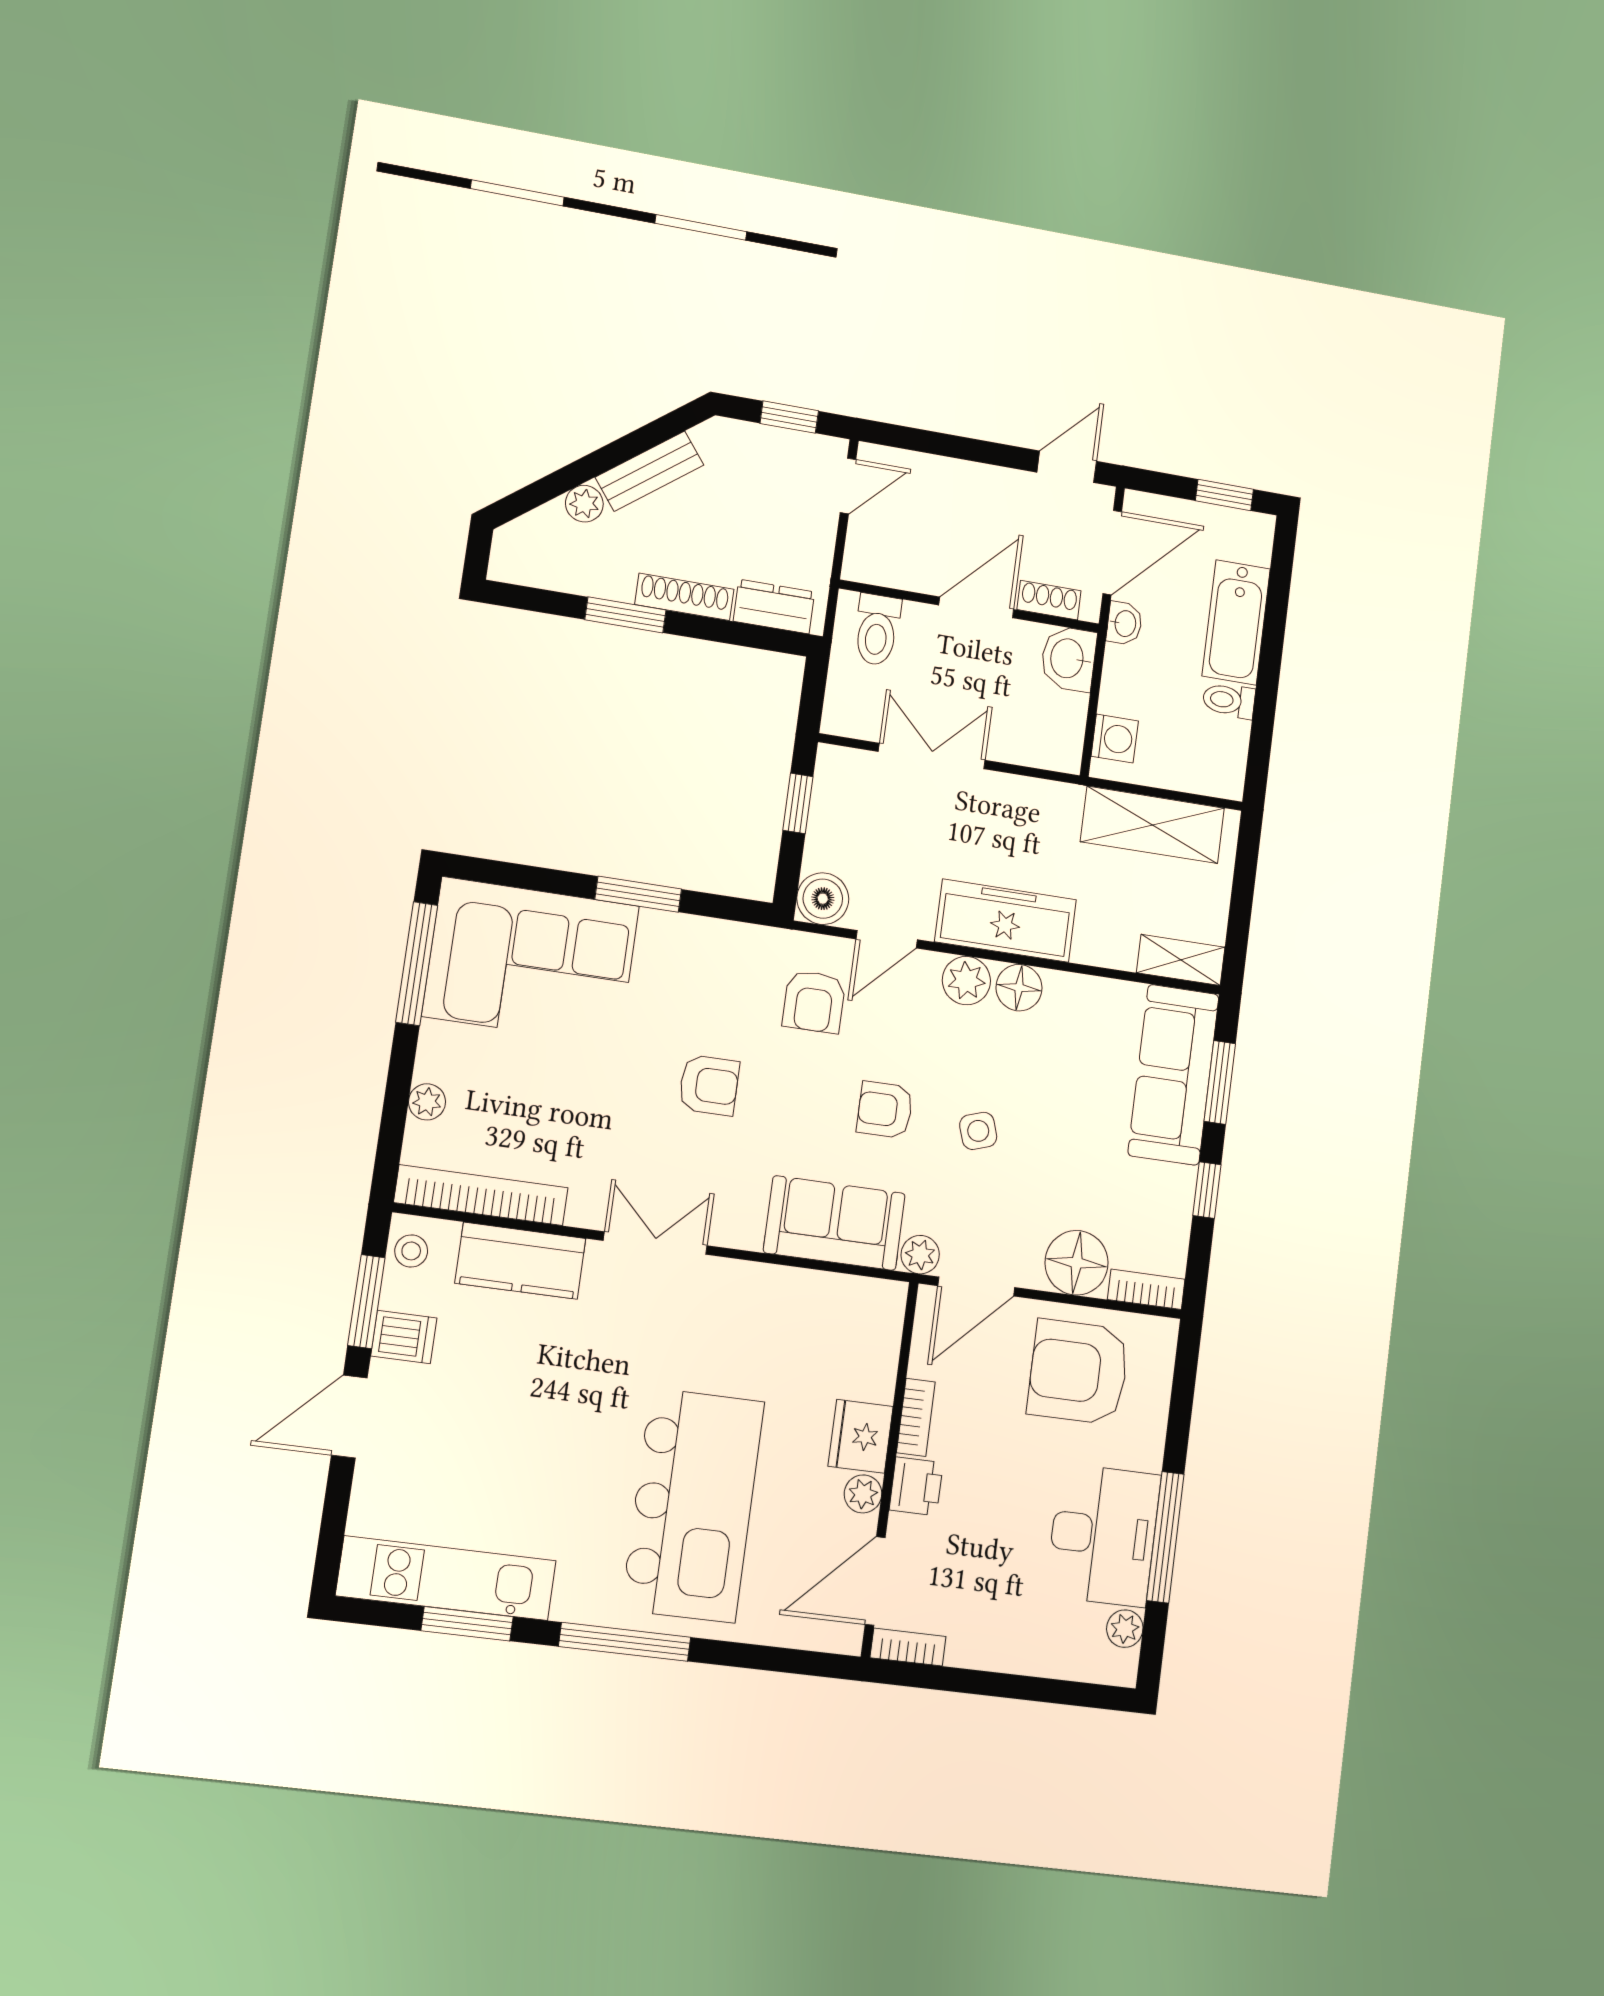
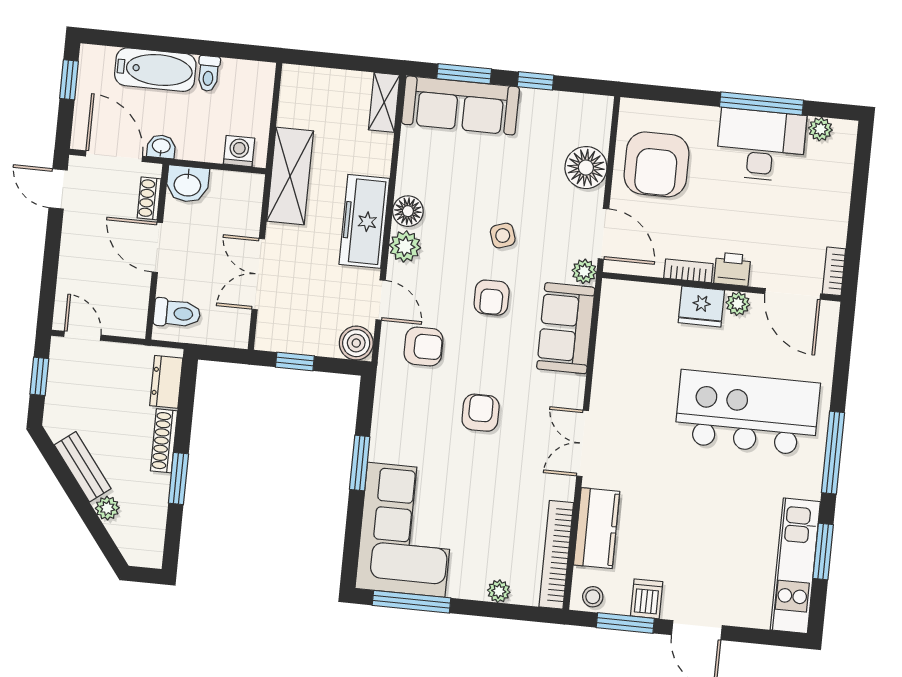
shelving: (1152, 825) -> (290, 176), moved
bookcase: (1146, 1289) -> (602, 120), removed

